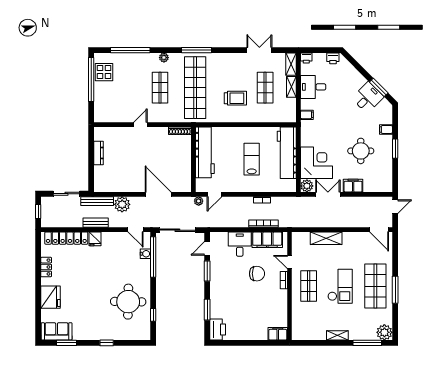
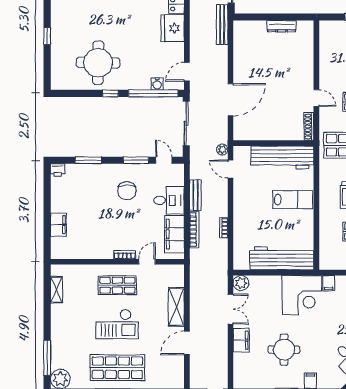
door: (140, 125) -> (316, 98), moved
lab bench: (252, 159) -> (293, 200), moved
corner desk: (317, 163) -> (302, 295), moved
plant: (122, 204) -> (218, 55), removed
bench: (96, 223) -> (195, 195), moved
door: (379, 230) -> (187, 343), moved
fridge: (95, 239) -> (173, 28), width x1.88, depth x1.34
chair: (257, 274) -> (127, 191), moved
window: (153, 315) -> (110, 93), moved
printer: (218, 330) -> (58, 170), width x0.53, depth x0.68
filing cabinet: (278, 334) -> (58, 225), moved
shelving: (337, 335) -> (57, 290), moved

